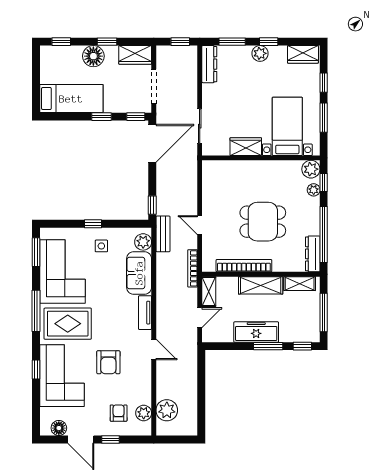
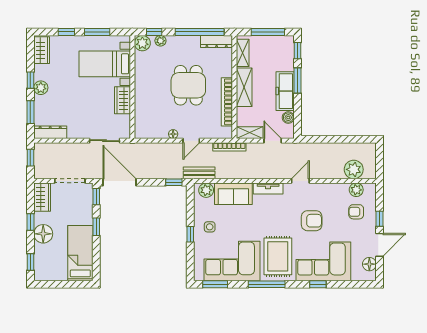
floor lamp: (207, 204) -> (173, 134), added
boiler: (226, 336) -> (288, 118), added

